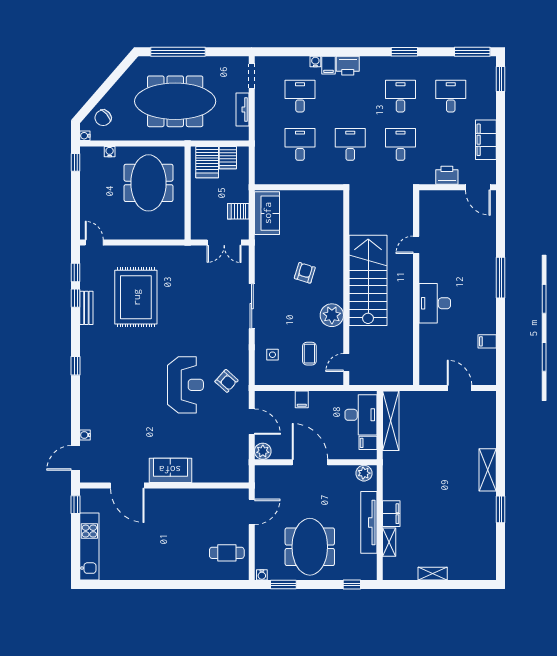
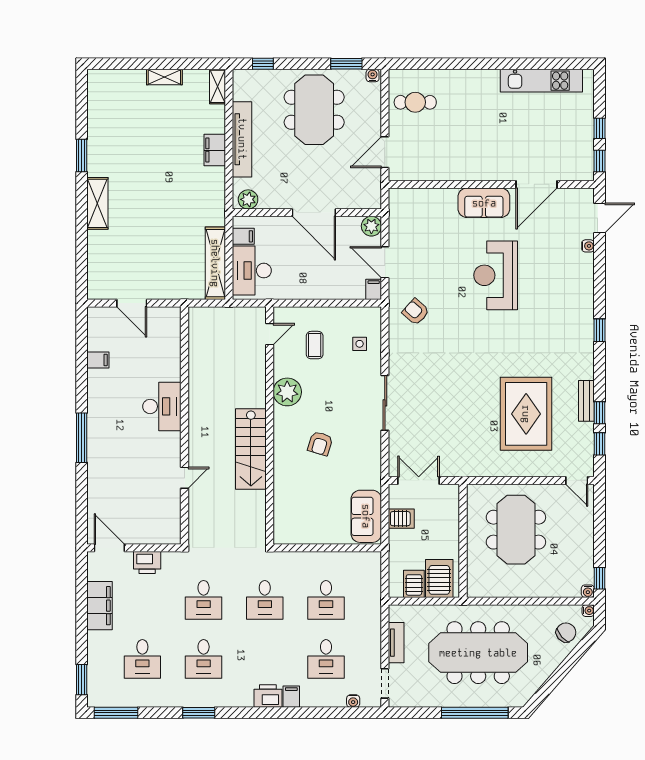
water cooler: (315, 61) -> (353, 701), moved
water cooler: (110, 152) -> (588, 591), moved
meeting table: (148, 183) -> (516, 530), moved
stairs: (368, 280) -> (251, 449), width x0.73, depth x0.66
reception desk: (185, 385) -> (496, 275), moved
filing cabinet: (302, 399) -> (374, 289), moved
door: (127, 486) -> (536, 184), swing flipped
window: (76, 531) -> (600, 128), added
shelving: (389, 542) -> (217, 86), moved
kitchen unit: (89, 547) -> (541, 81), moved, turned -90

